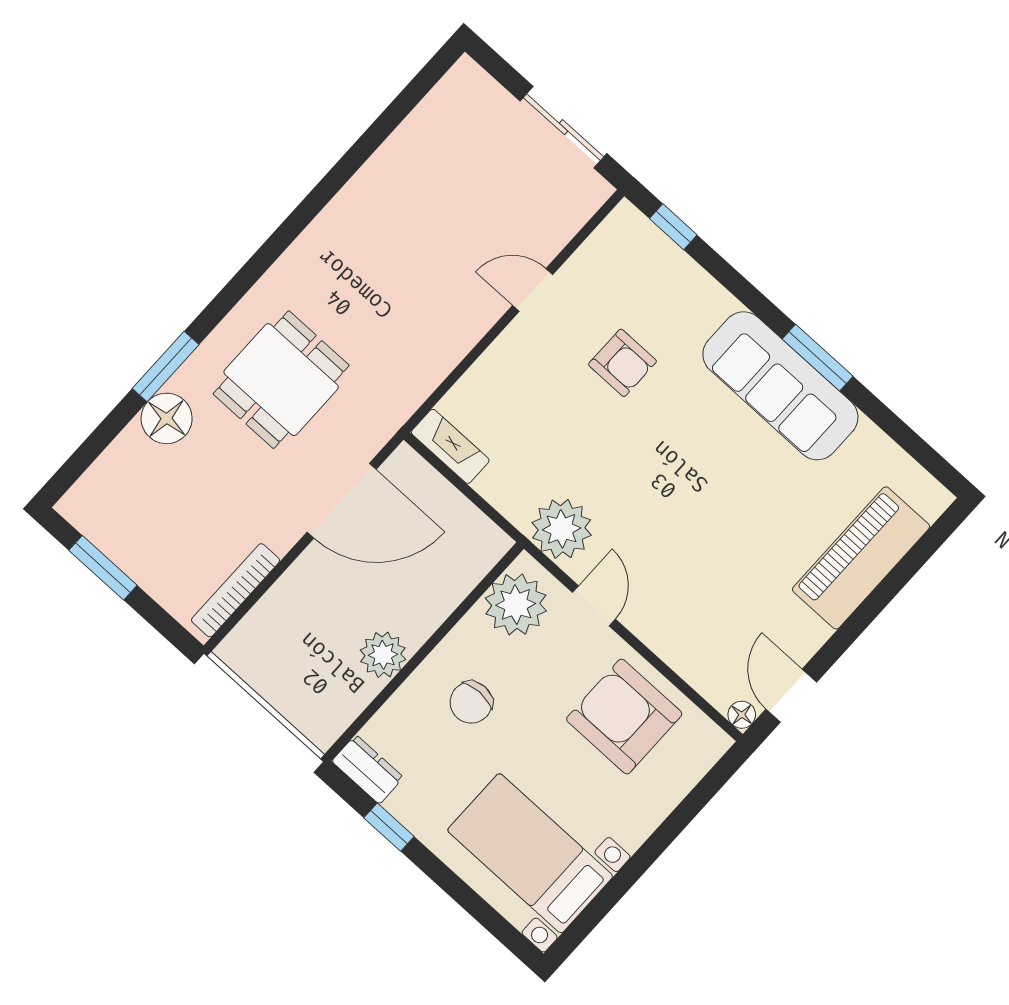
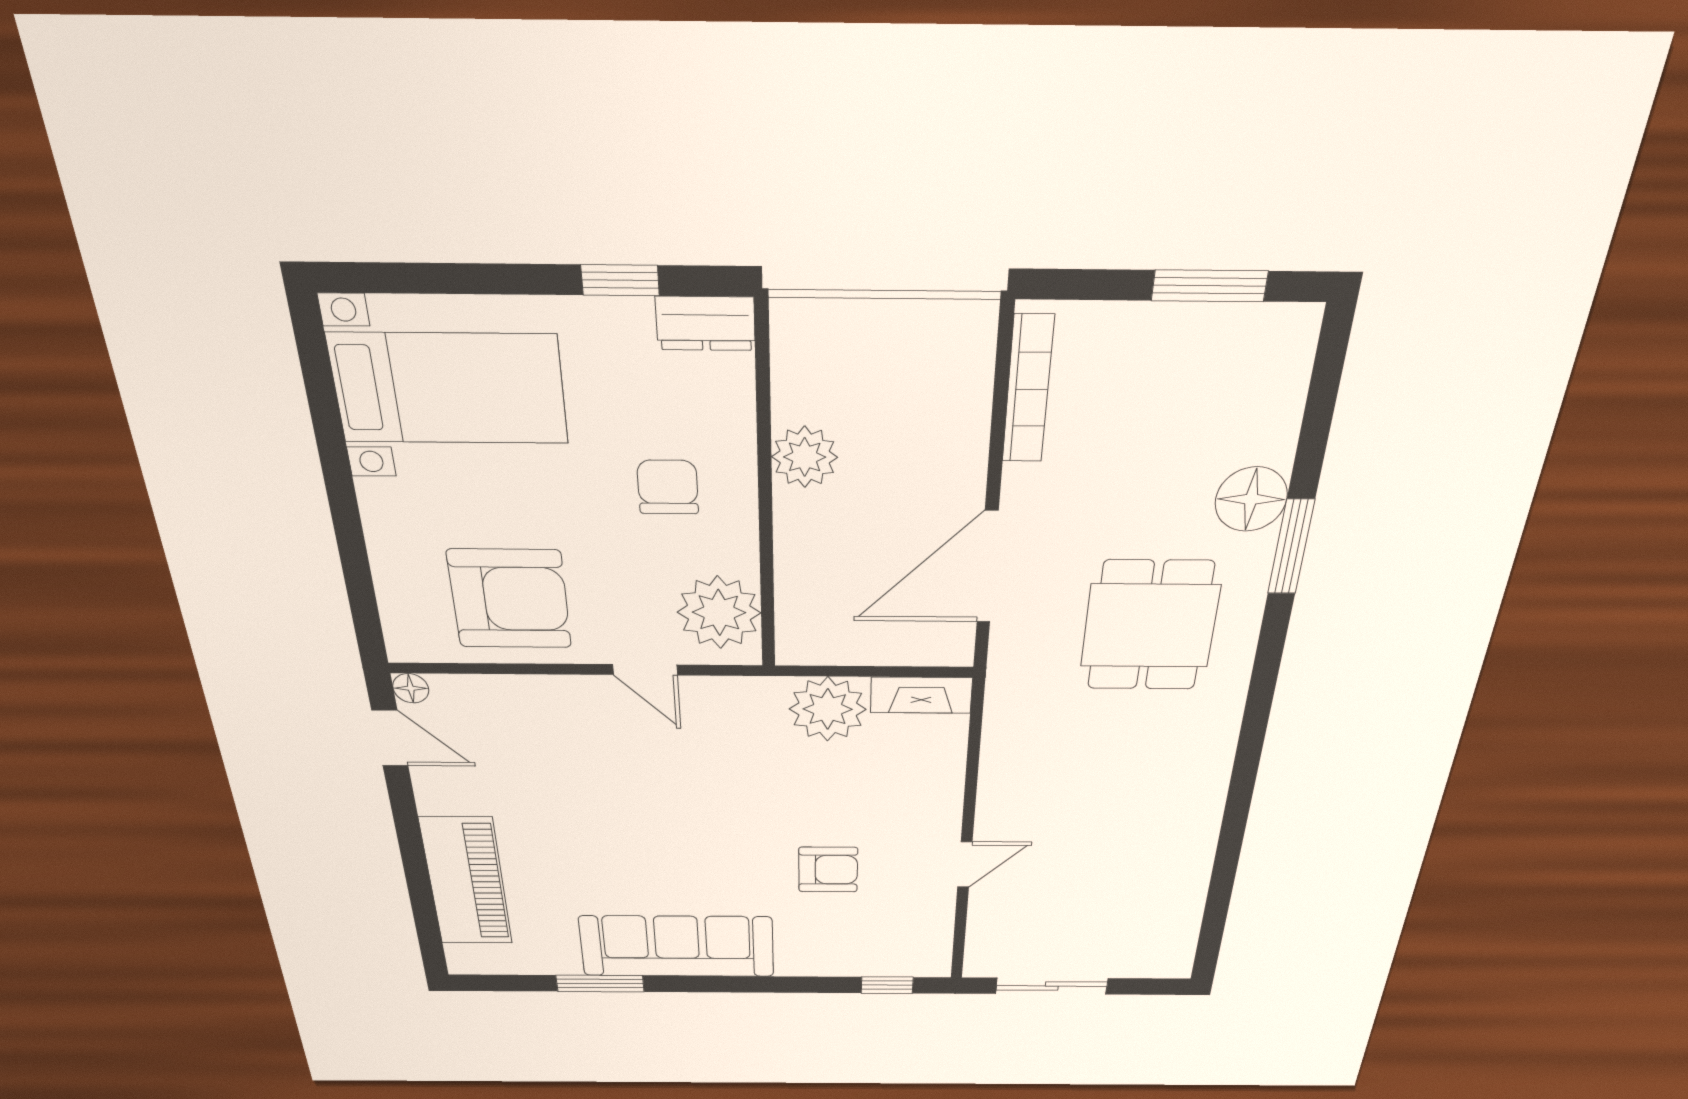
window: (818, 358) -> (600, 984), moved
armchair: (623, 363) -> (828, 870), turned 180
plant: (562, 529) -> (828, 709), moved

